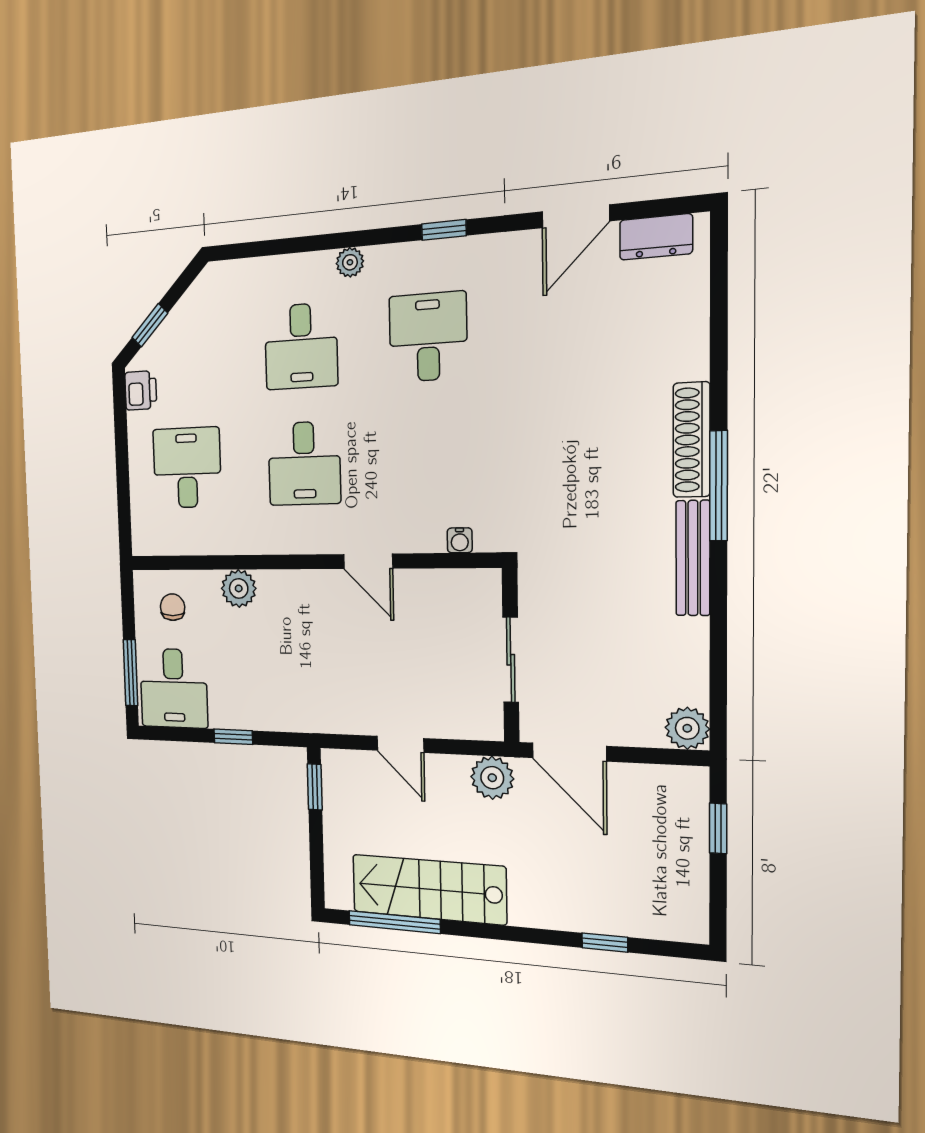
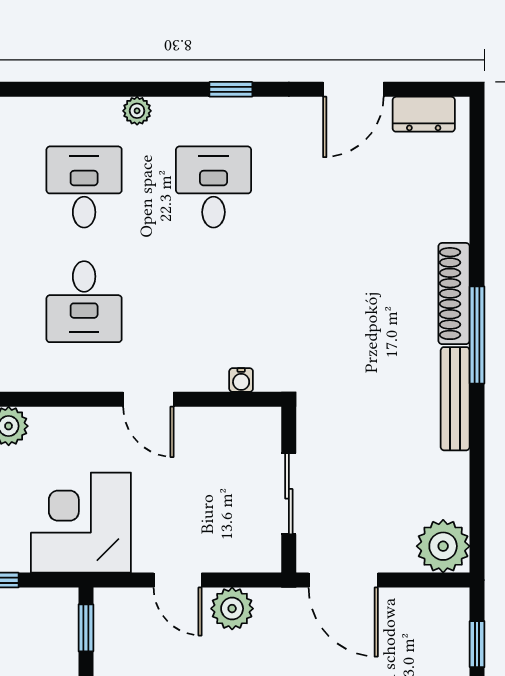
desk: (301, 346) -> (84, 187), turned 180
corner desk: (307, 684) -> (81, 523), added
plant: (687, 728) -> (443, 546), width x1.36, depth x1.36
plant: (492, 778) -> (232, 609), moved

